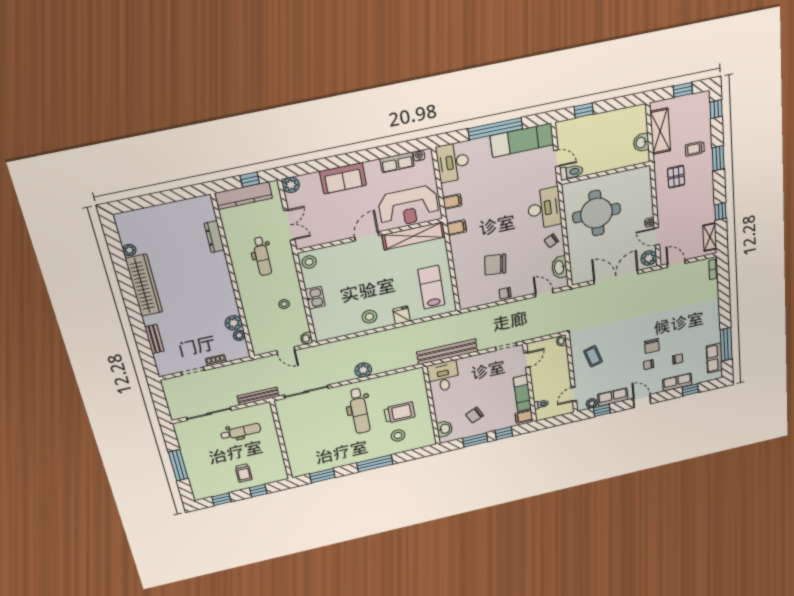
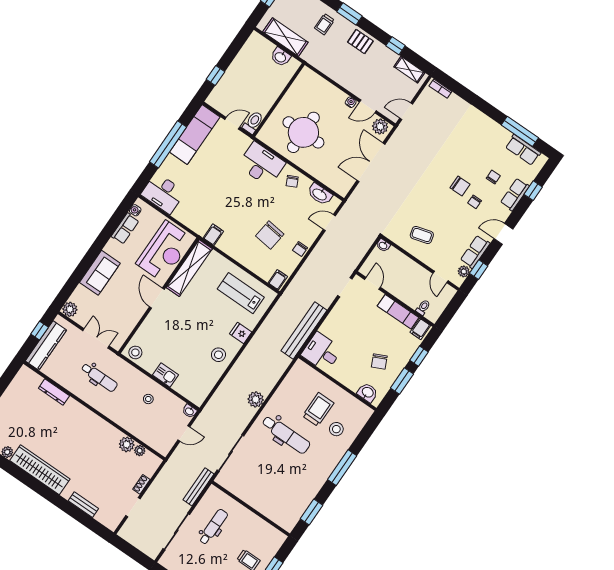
pallet: (676, 177) -> (360, 42), moved
filing cabinet: (452, 202) -> (278, 280), moved

